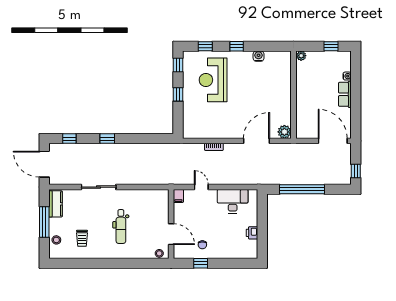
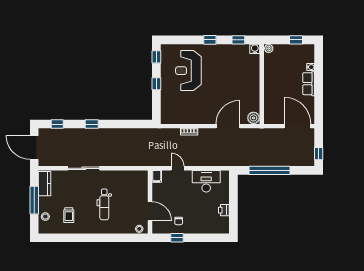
window: (205, 46) -> (238, 40), moved
water cooler: (259, 56) -> (255, 49), moved

